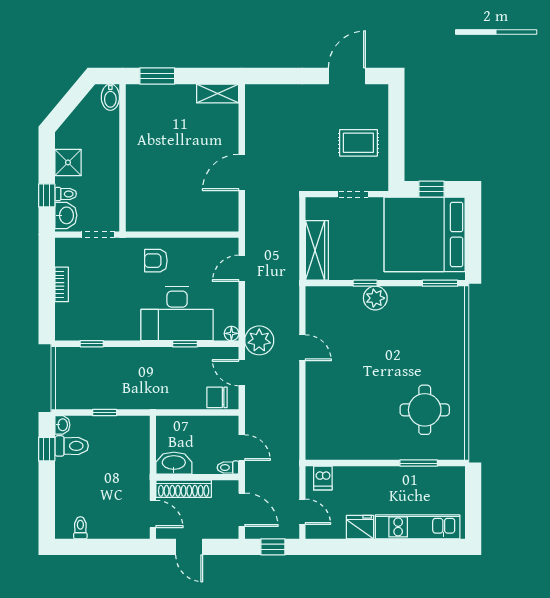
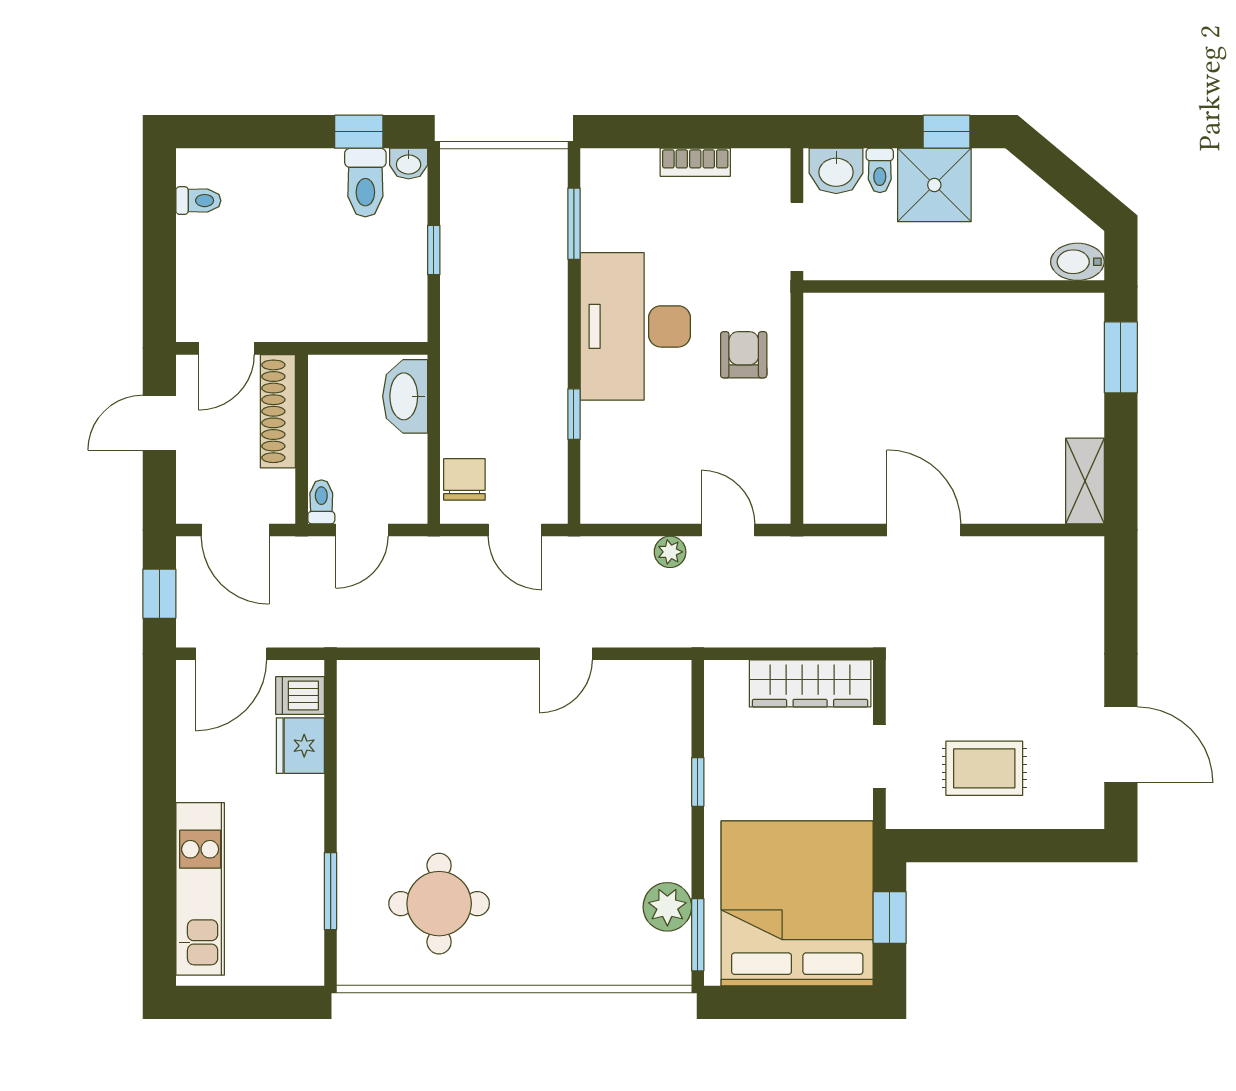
rug: (358, 143) -> (984, 768), turned 90
shower: (68, 162) -> (934, 185), width x1.36, depth x1.36
window: (47, 195) -> (946, 132), moved
wardrobe: (317, 250) -> (810, 683), moved
plant: (375, 298) -> (667, 907), moved
desk: (177, 314) -> (635, 326), moved
floor lamp: (231, 333) -> (595, 509), removed
plant: (259, 340) -> (670, 552), moved, width x0.53, depth x0.53
window: (92, 344) -> (574, 224), width x1.50
door: (242, 373) -> (515, 530), swing flipped
washbasin: (174, 463) -> (405, 396), moved, turned 180
door: (242, 510) -> (235, 530), hinge flipped
door: (302, 512) -> (231, 654), width x1.38
fridge: (360, 527) -> (300, 746), moved, turned 180

